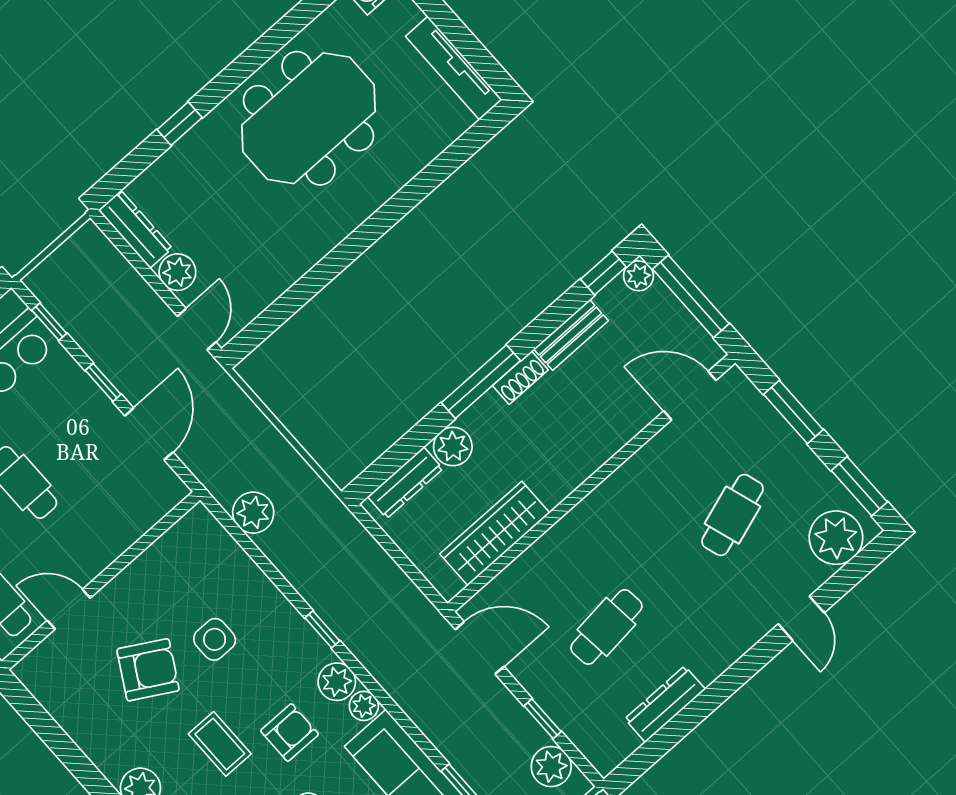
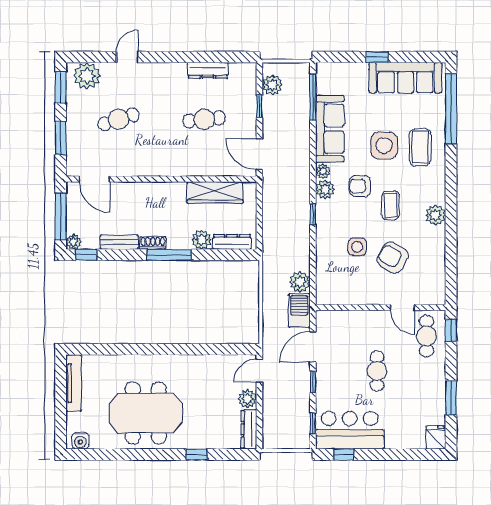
barbecue: (217, 470) -> (299, 310), added

